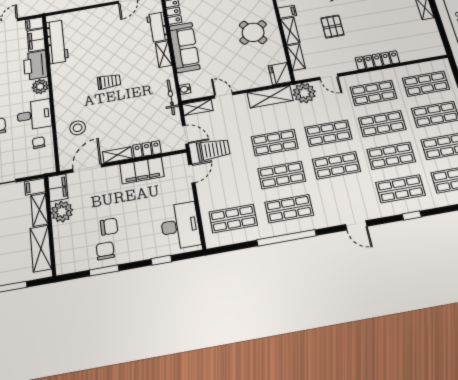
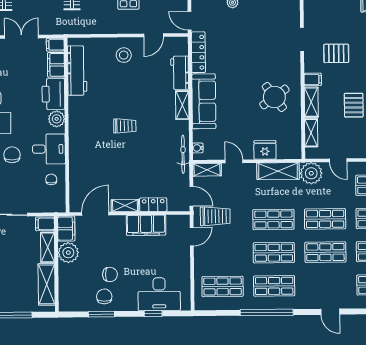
fridge: (280, 74) -> (265, 150), moved, turned 90
stool: (78, 128) -> (124, 55), moved
desk: (180, 226) -> (159, 294), moved, turned 90

